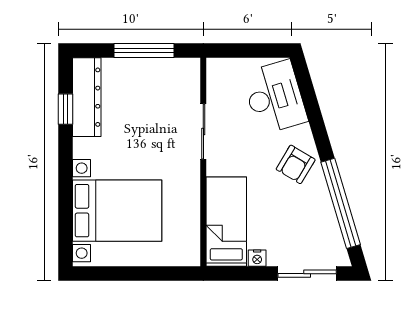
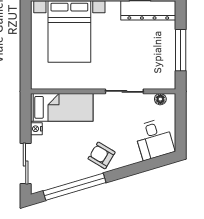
floor lamp: (214, 80) -> (160, 99), added
desk: (275, 97) -> (154, 139), width x0.73

